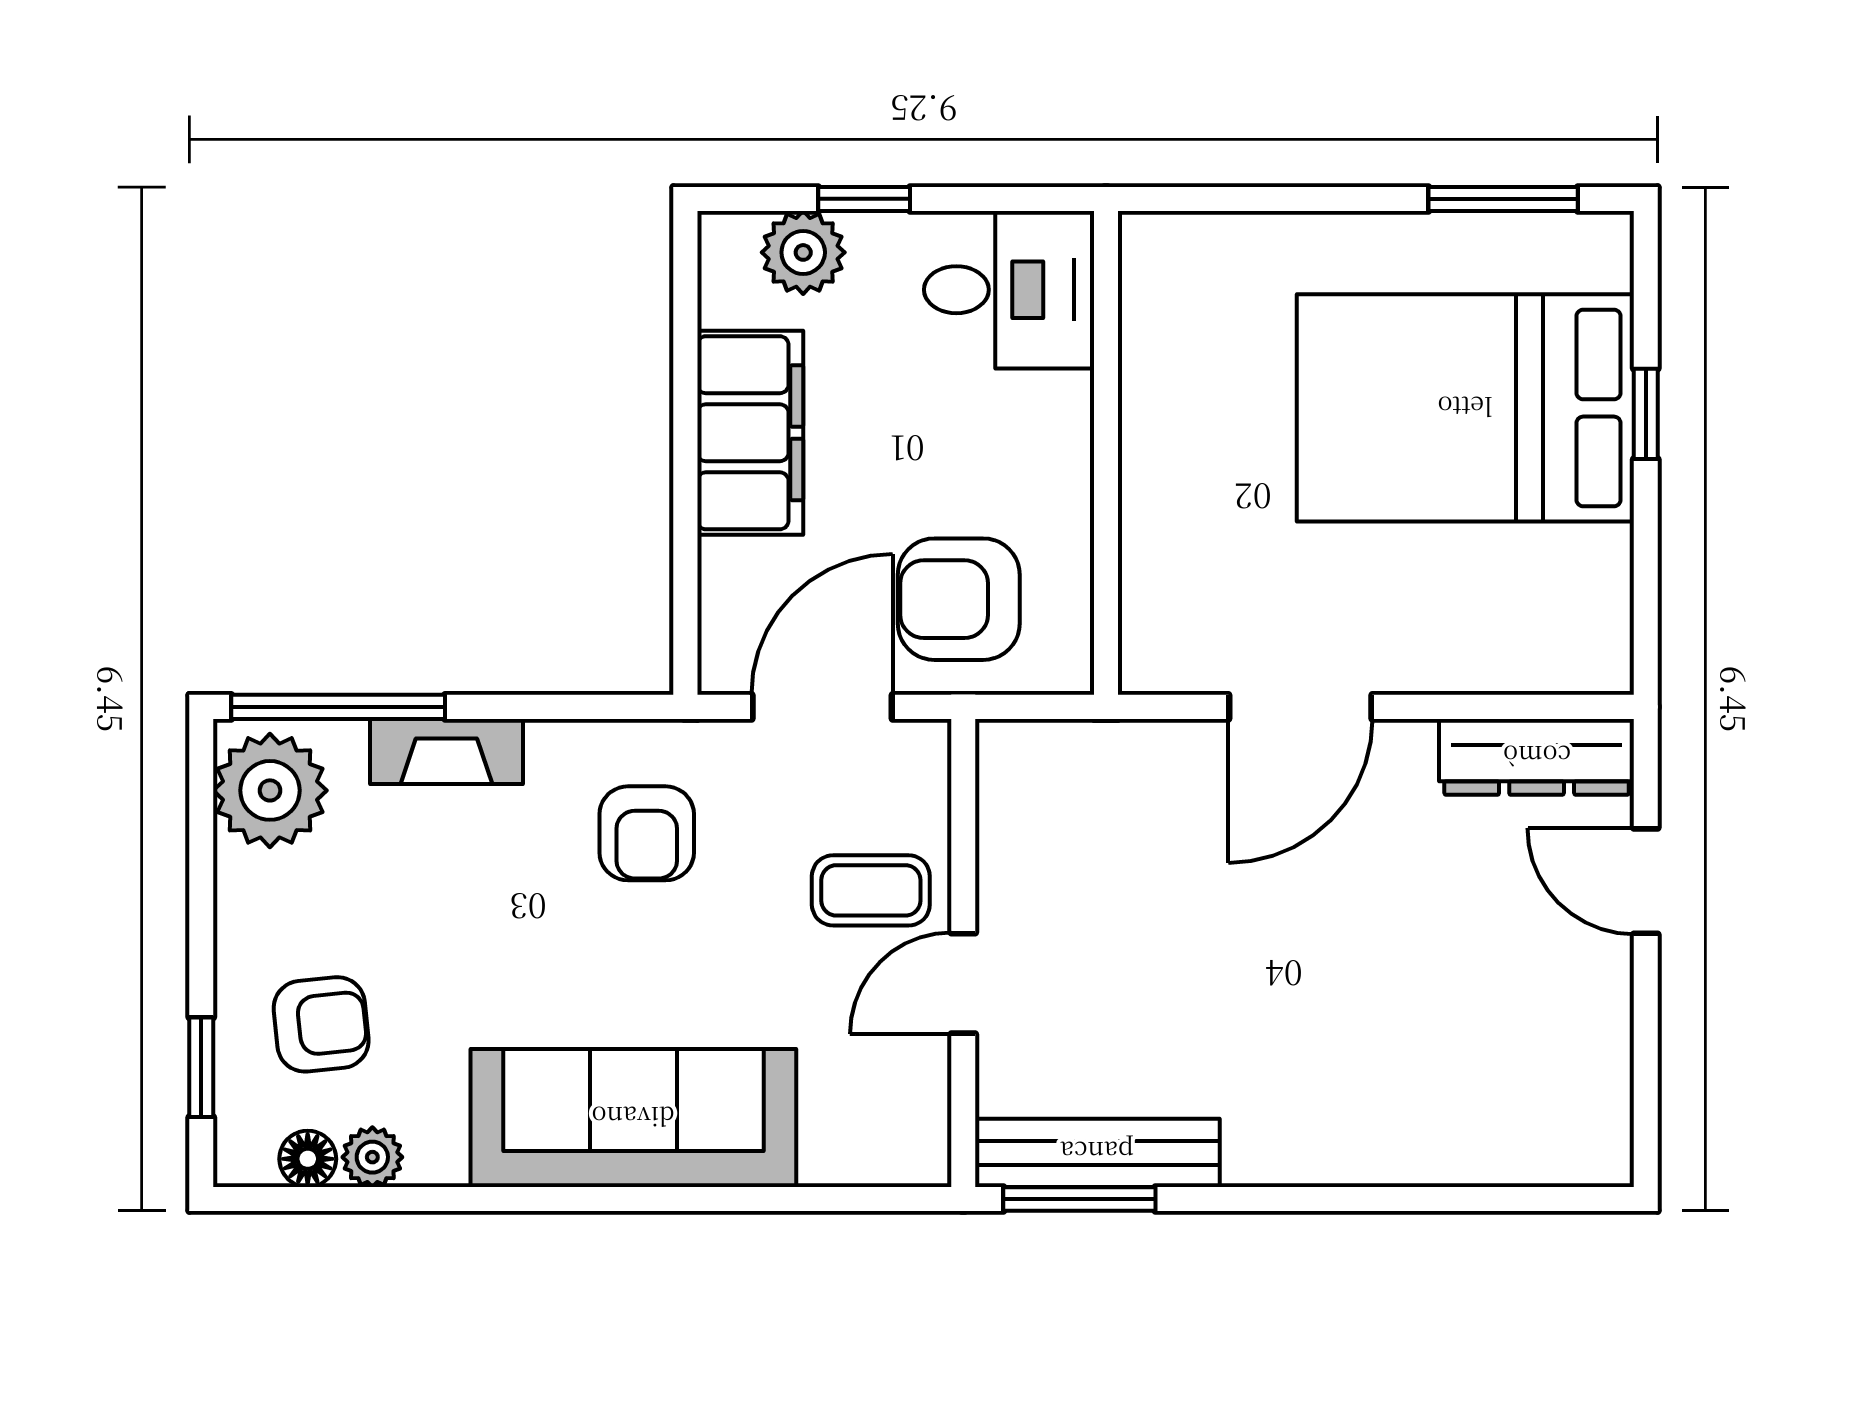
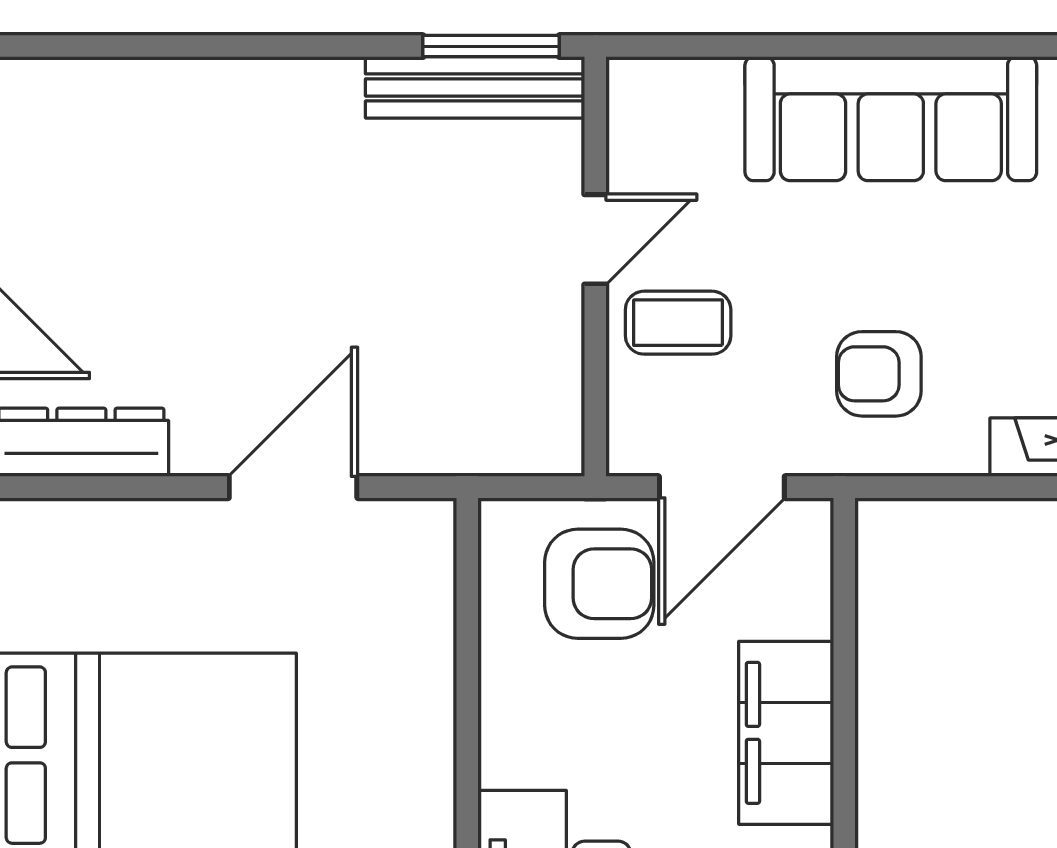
armchair: (647, 833) -> (879, 374), turned -90

